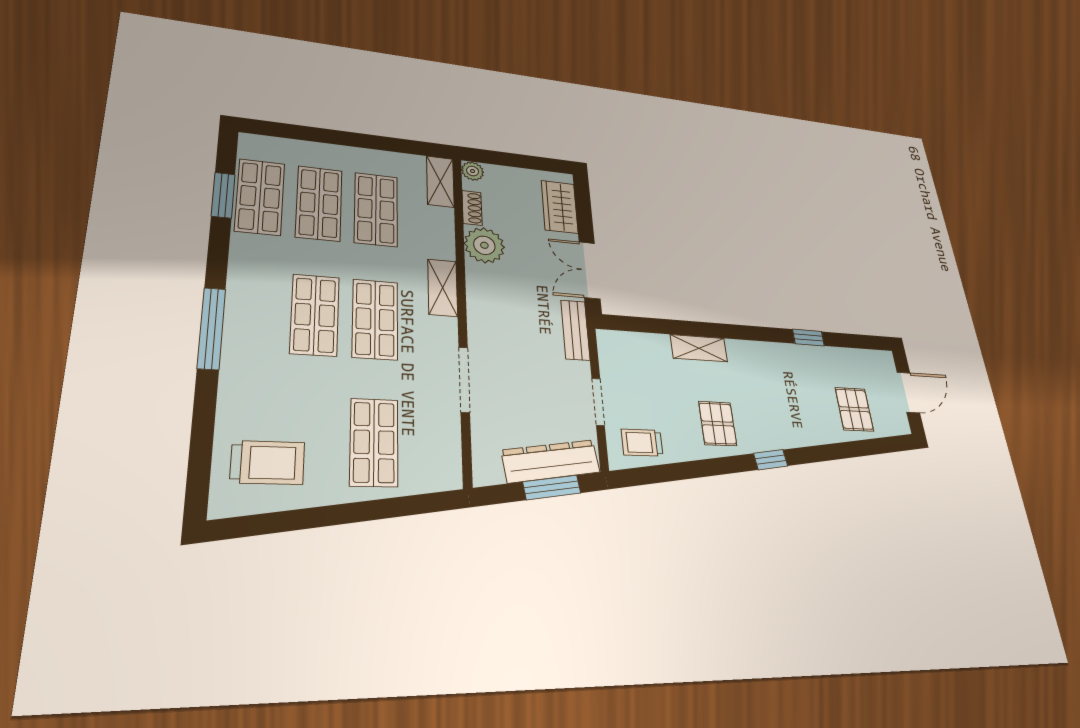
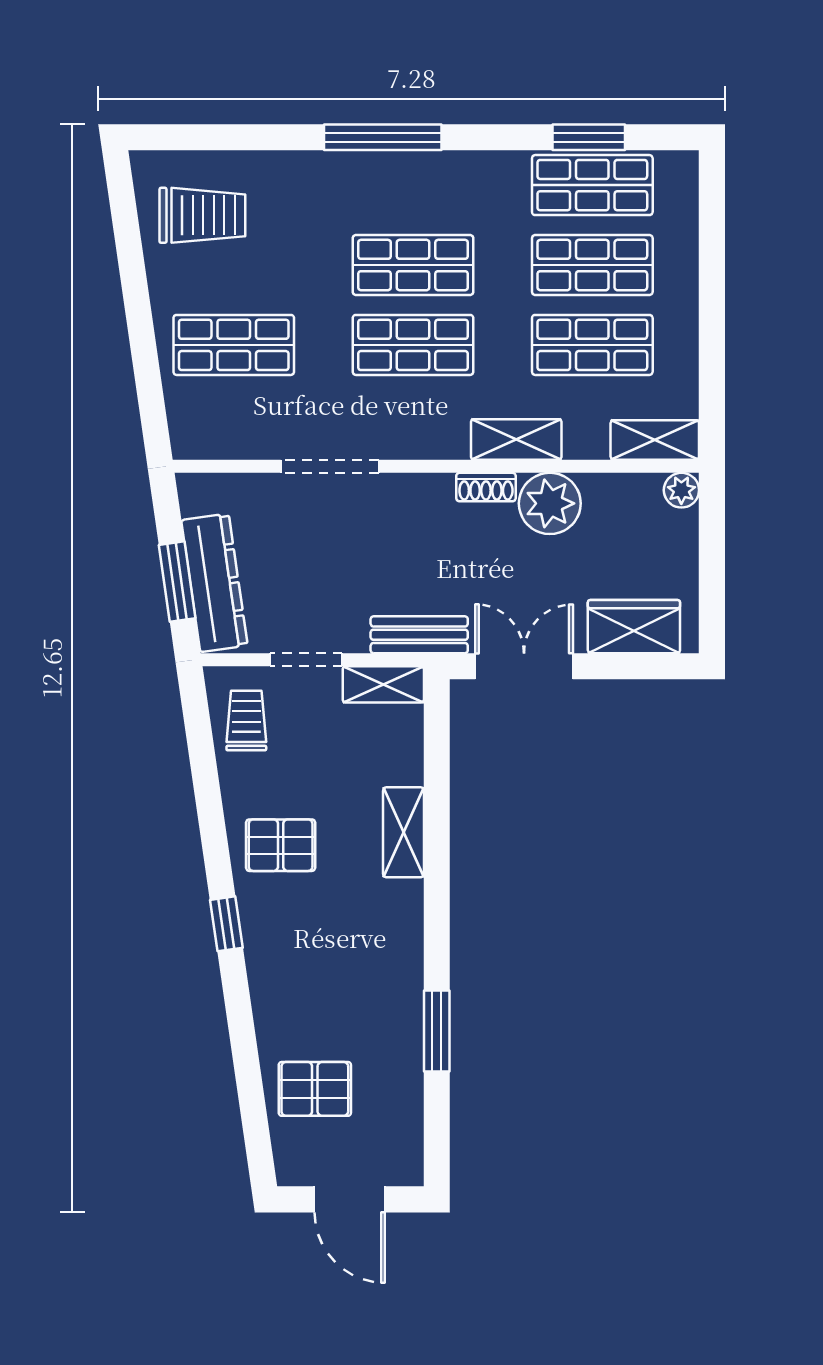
shoe rack: (472, 208) -> (486, 487), moved
shelving: (443, 288) -> (516, 439), moved
window: (808, 338) -> (437, 1031), width x1.50
shelving: (609, 354) -> (383, 684), added
trolley: (268, 463) -> (202, 215), turned -90

